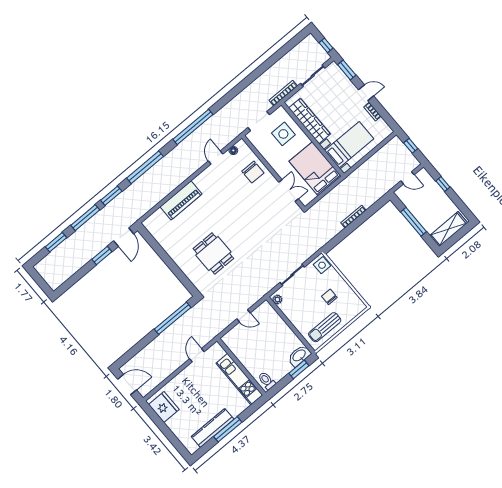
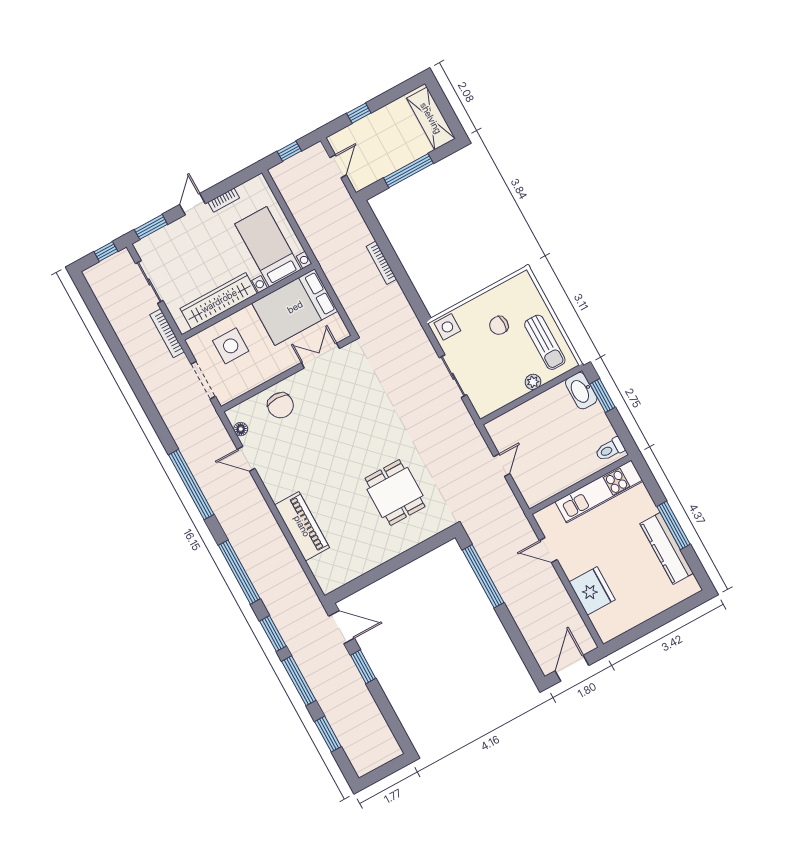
chair: (253, 172) -> (281, 405), turned 90
dining table: (213, 253) -> (395, 492), turned 90
plant: (277, 299) -> (533, 382), moved
fridge: (164, 407) -> (592, 591), moved, turned 90

